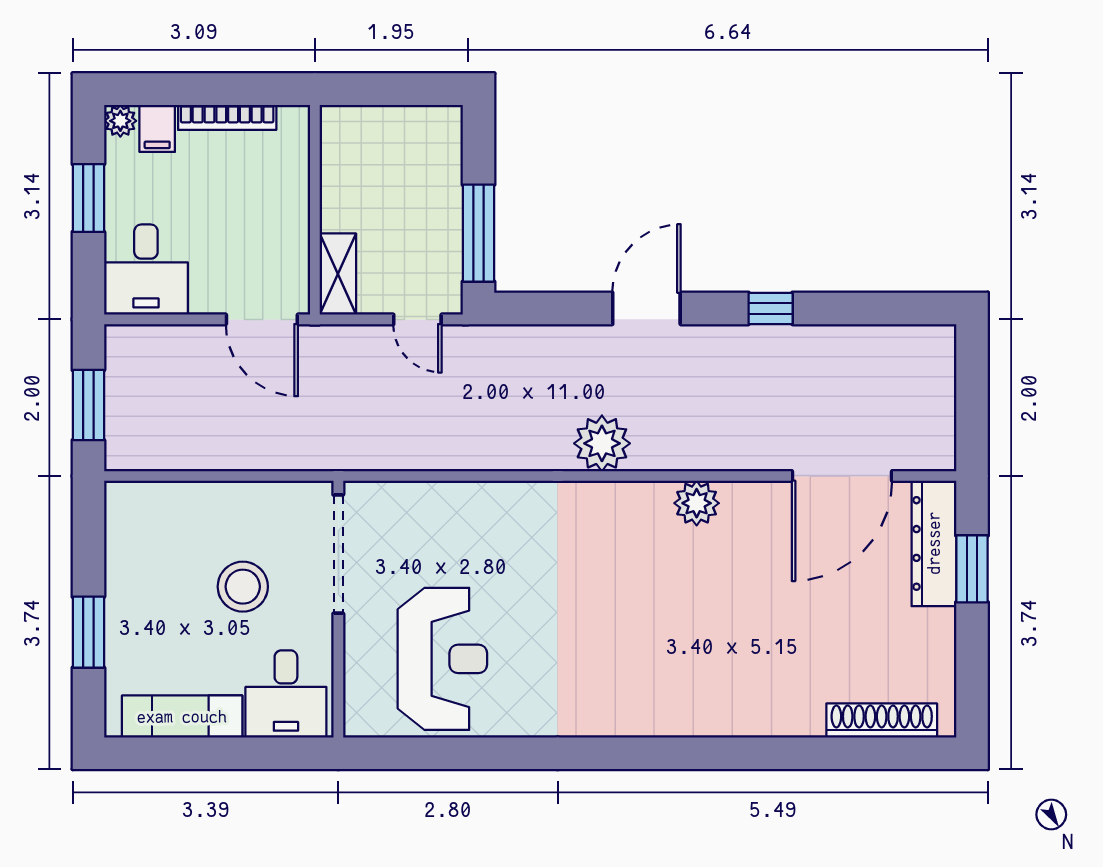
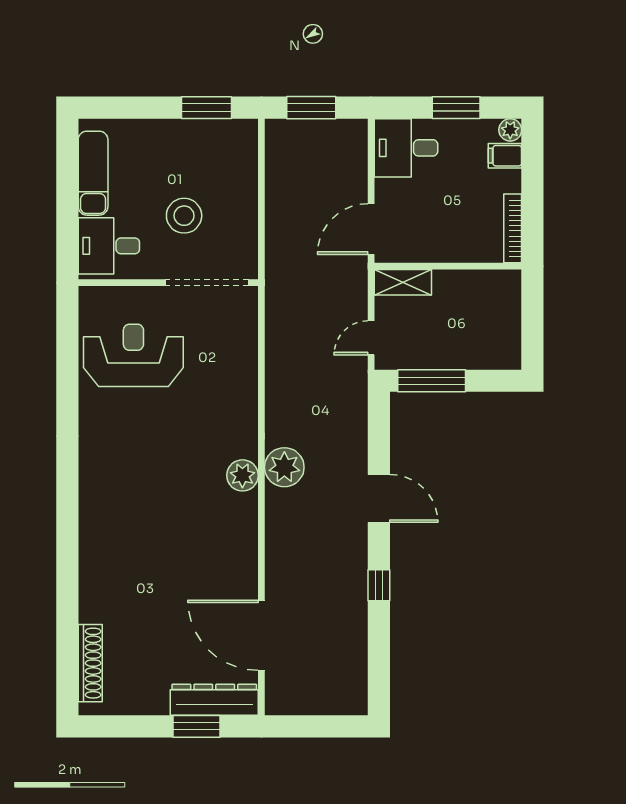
bookcase: (227, 117) -> (513, 228), moved
plant: (697, 503) -> (242, 475), moved
window: (88, 632) -> (206, 108), moved
reception desk: (442, 659) -> (133, 355), turned 180

